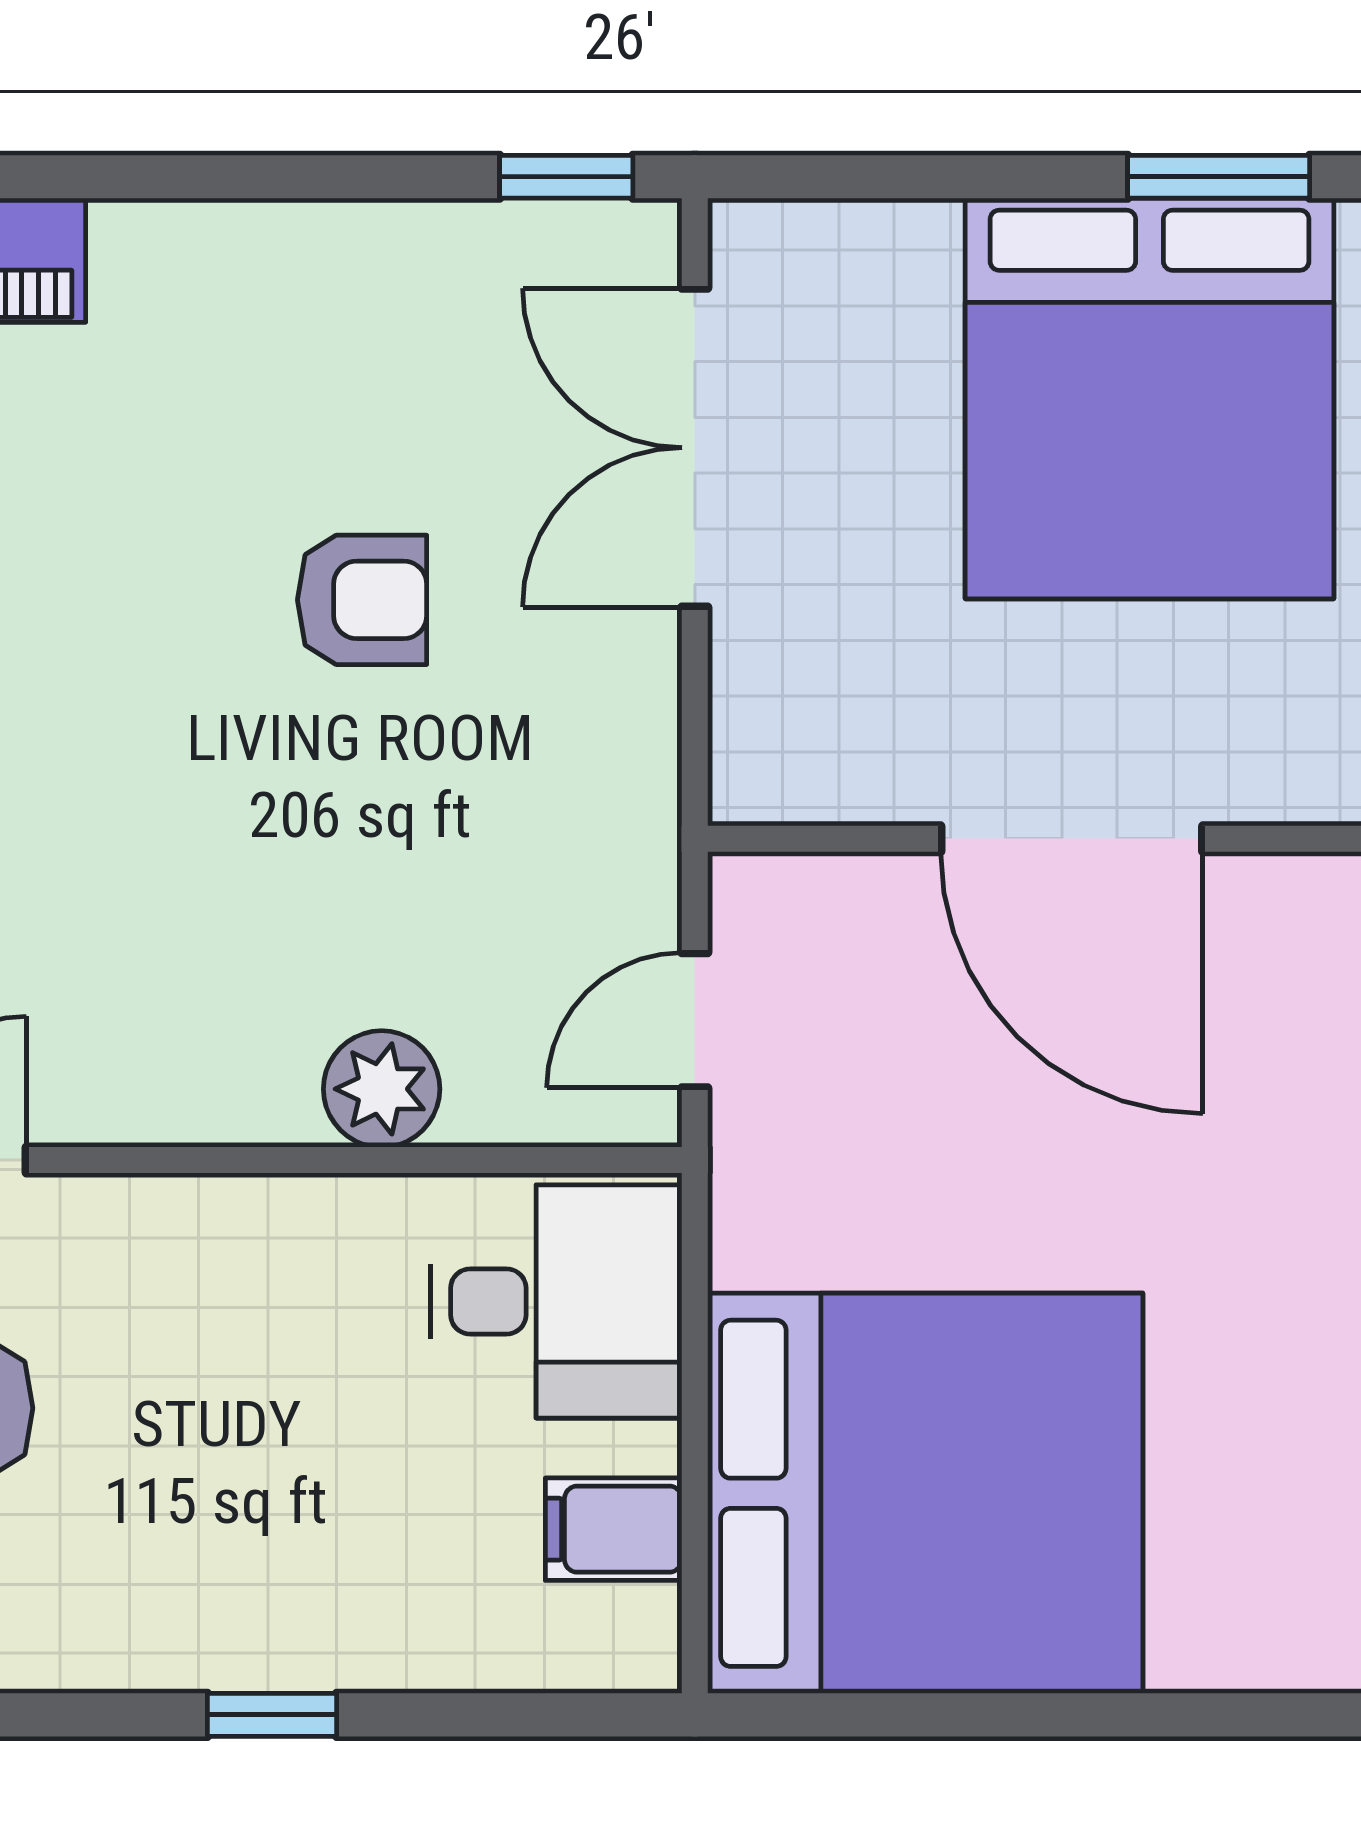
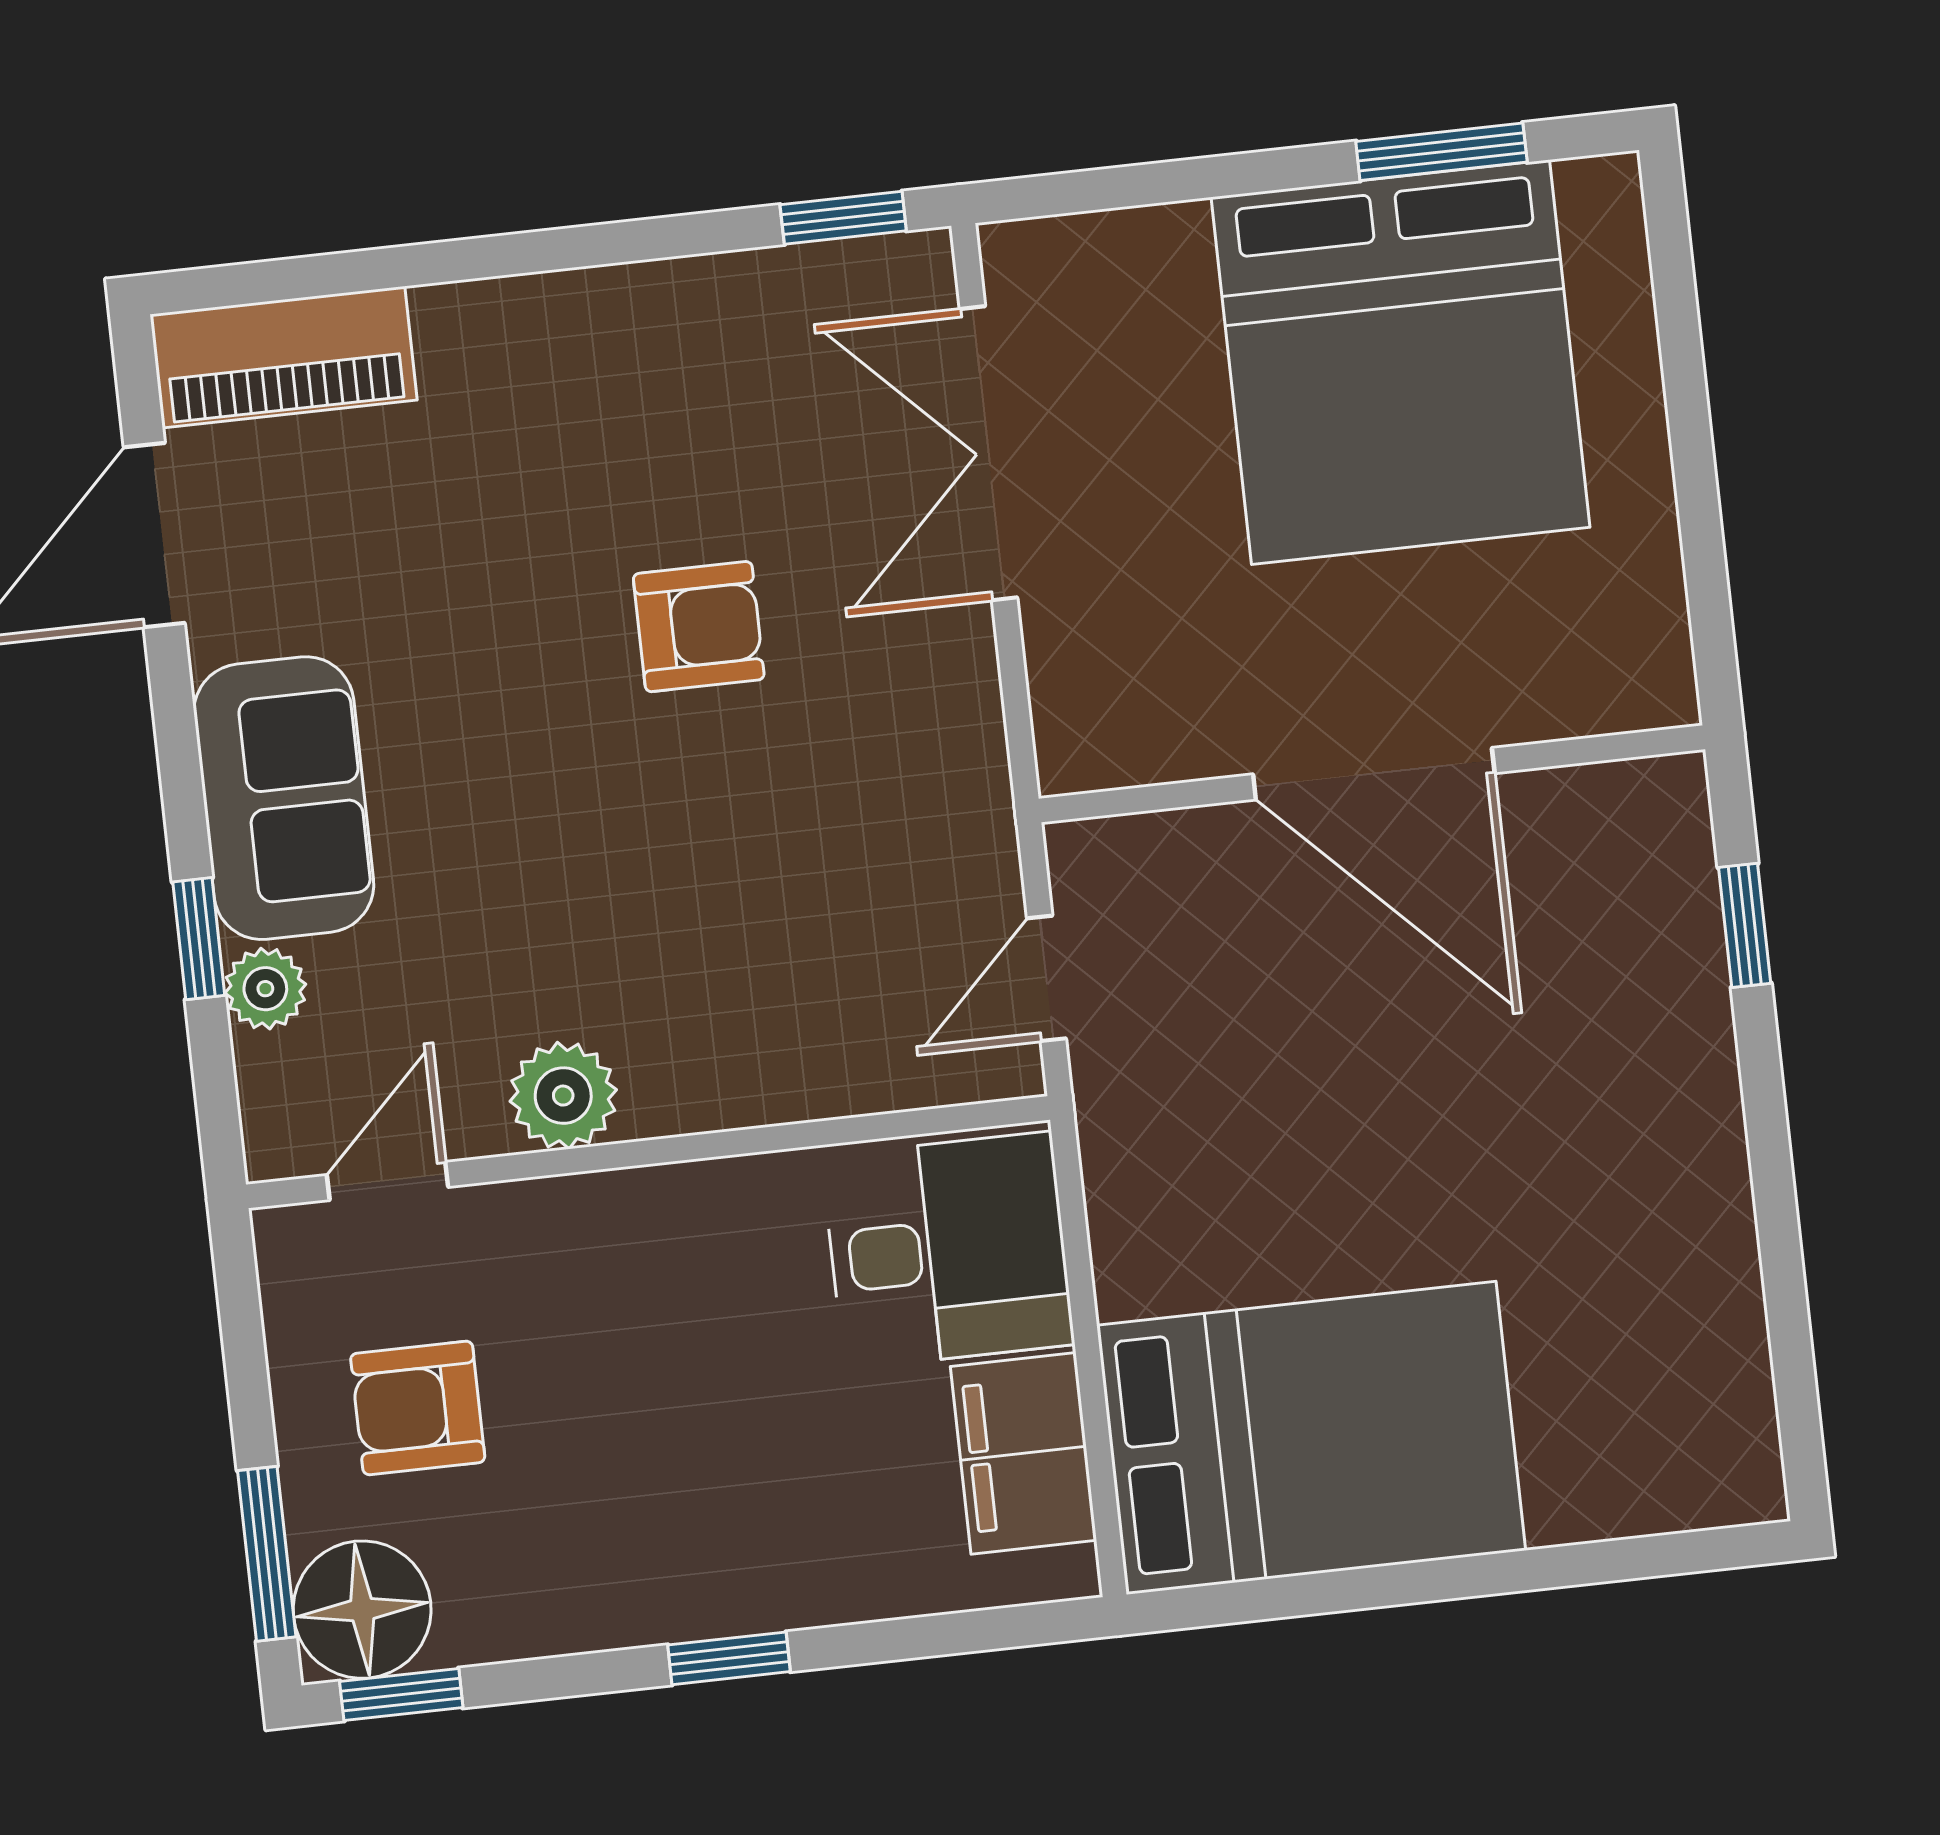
plant: (382, 1089) -> (563, 1096), moved
bed: (925, 1493) -> (1311, 1438), width x0.73
filing cabinet: (614, 1529) -> (1024, 1453), width x2.00

